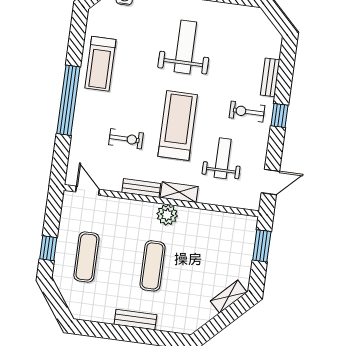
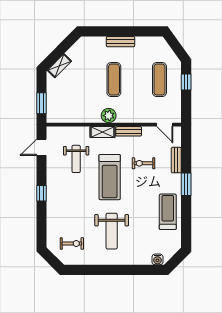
bench: (270, 77) -> (176, 160), moved
window: (68, 100) -> (186, 184), width x0.47
exercise bike: (247, 112) -> (72, 243), moved

